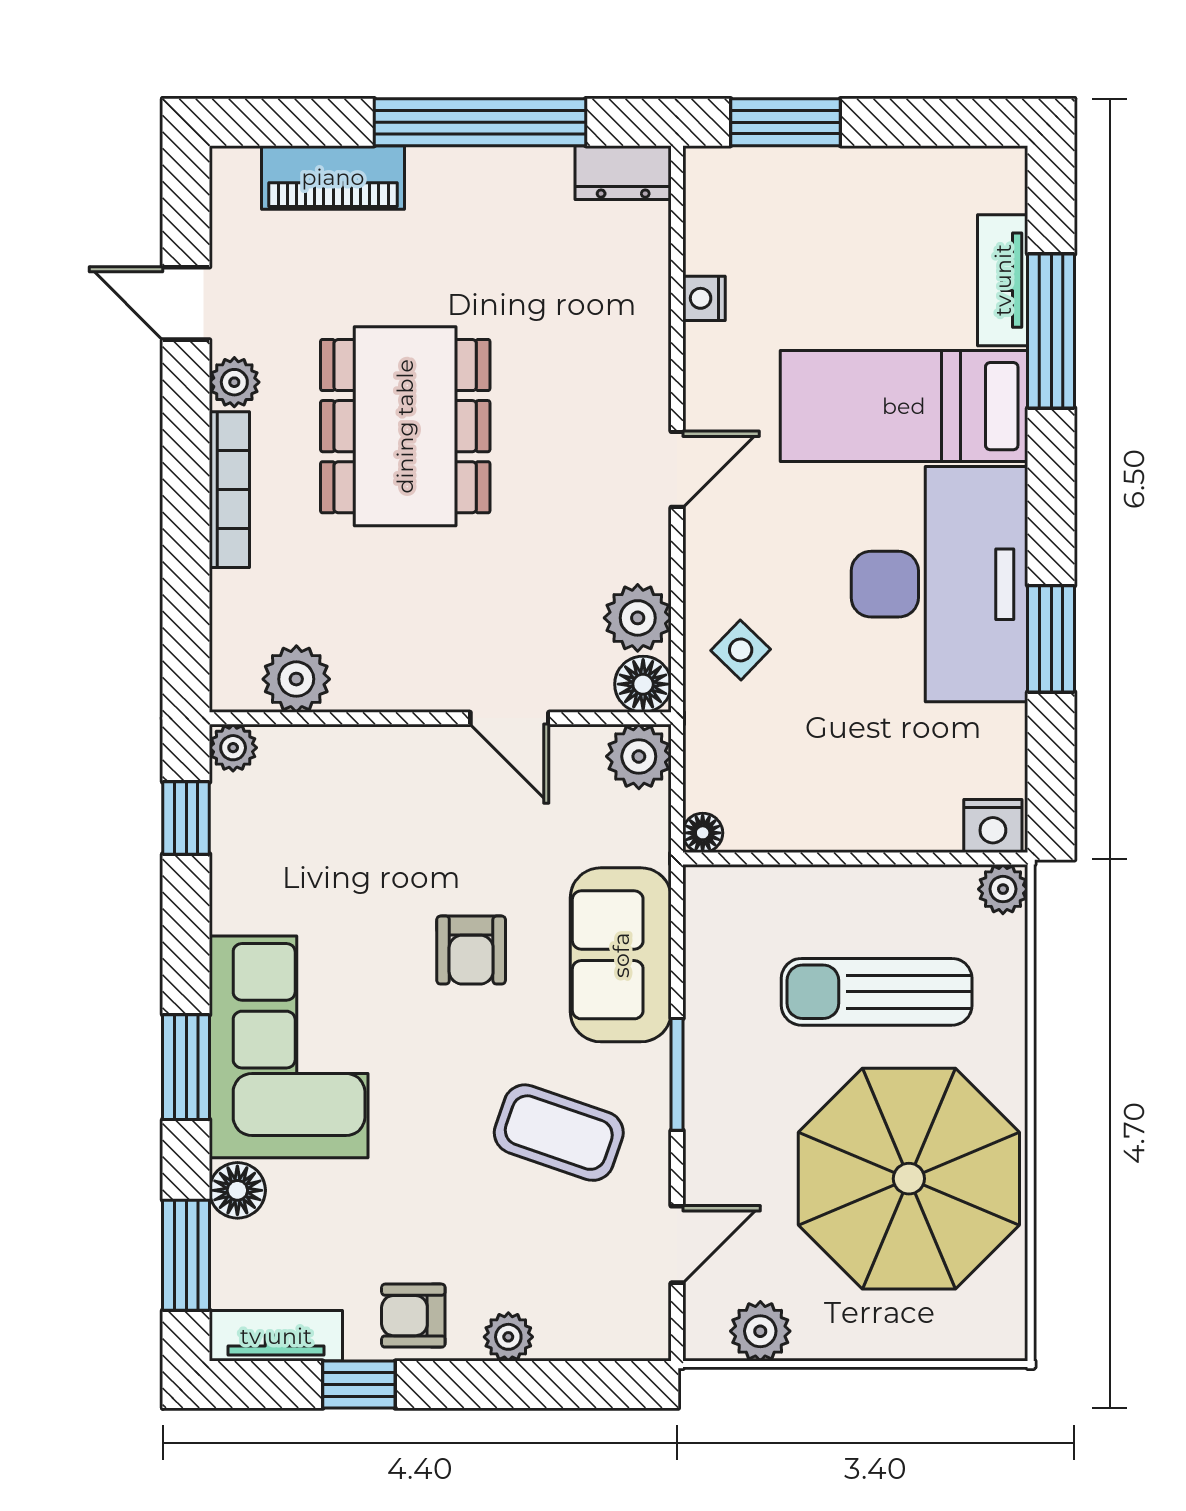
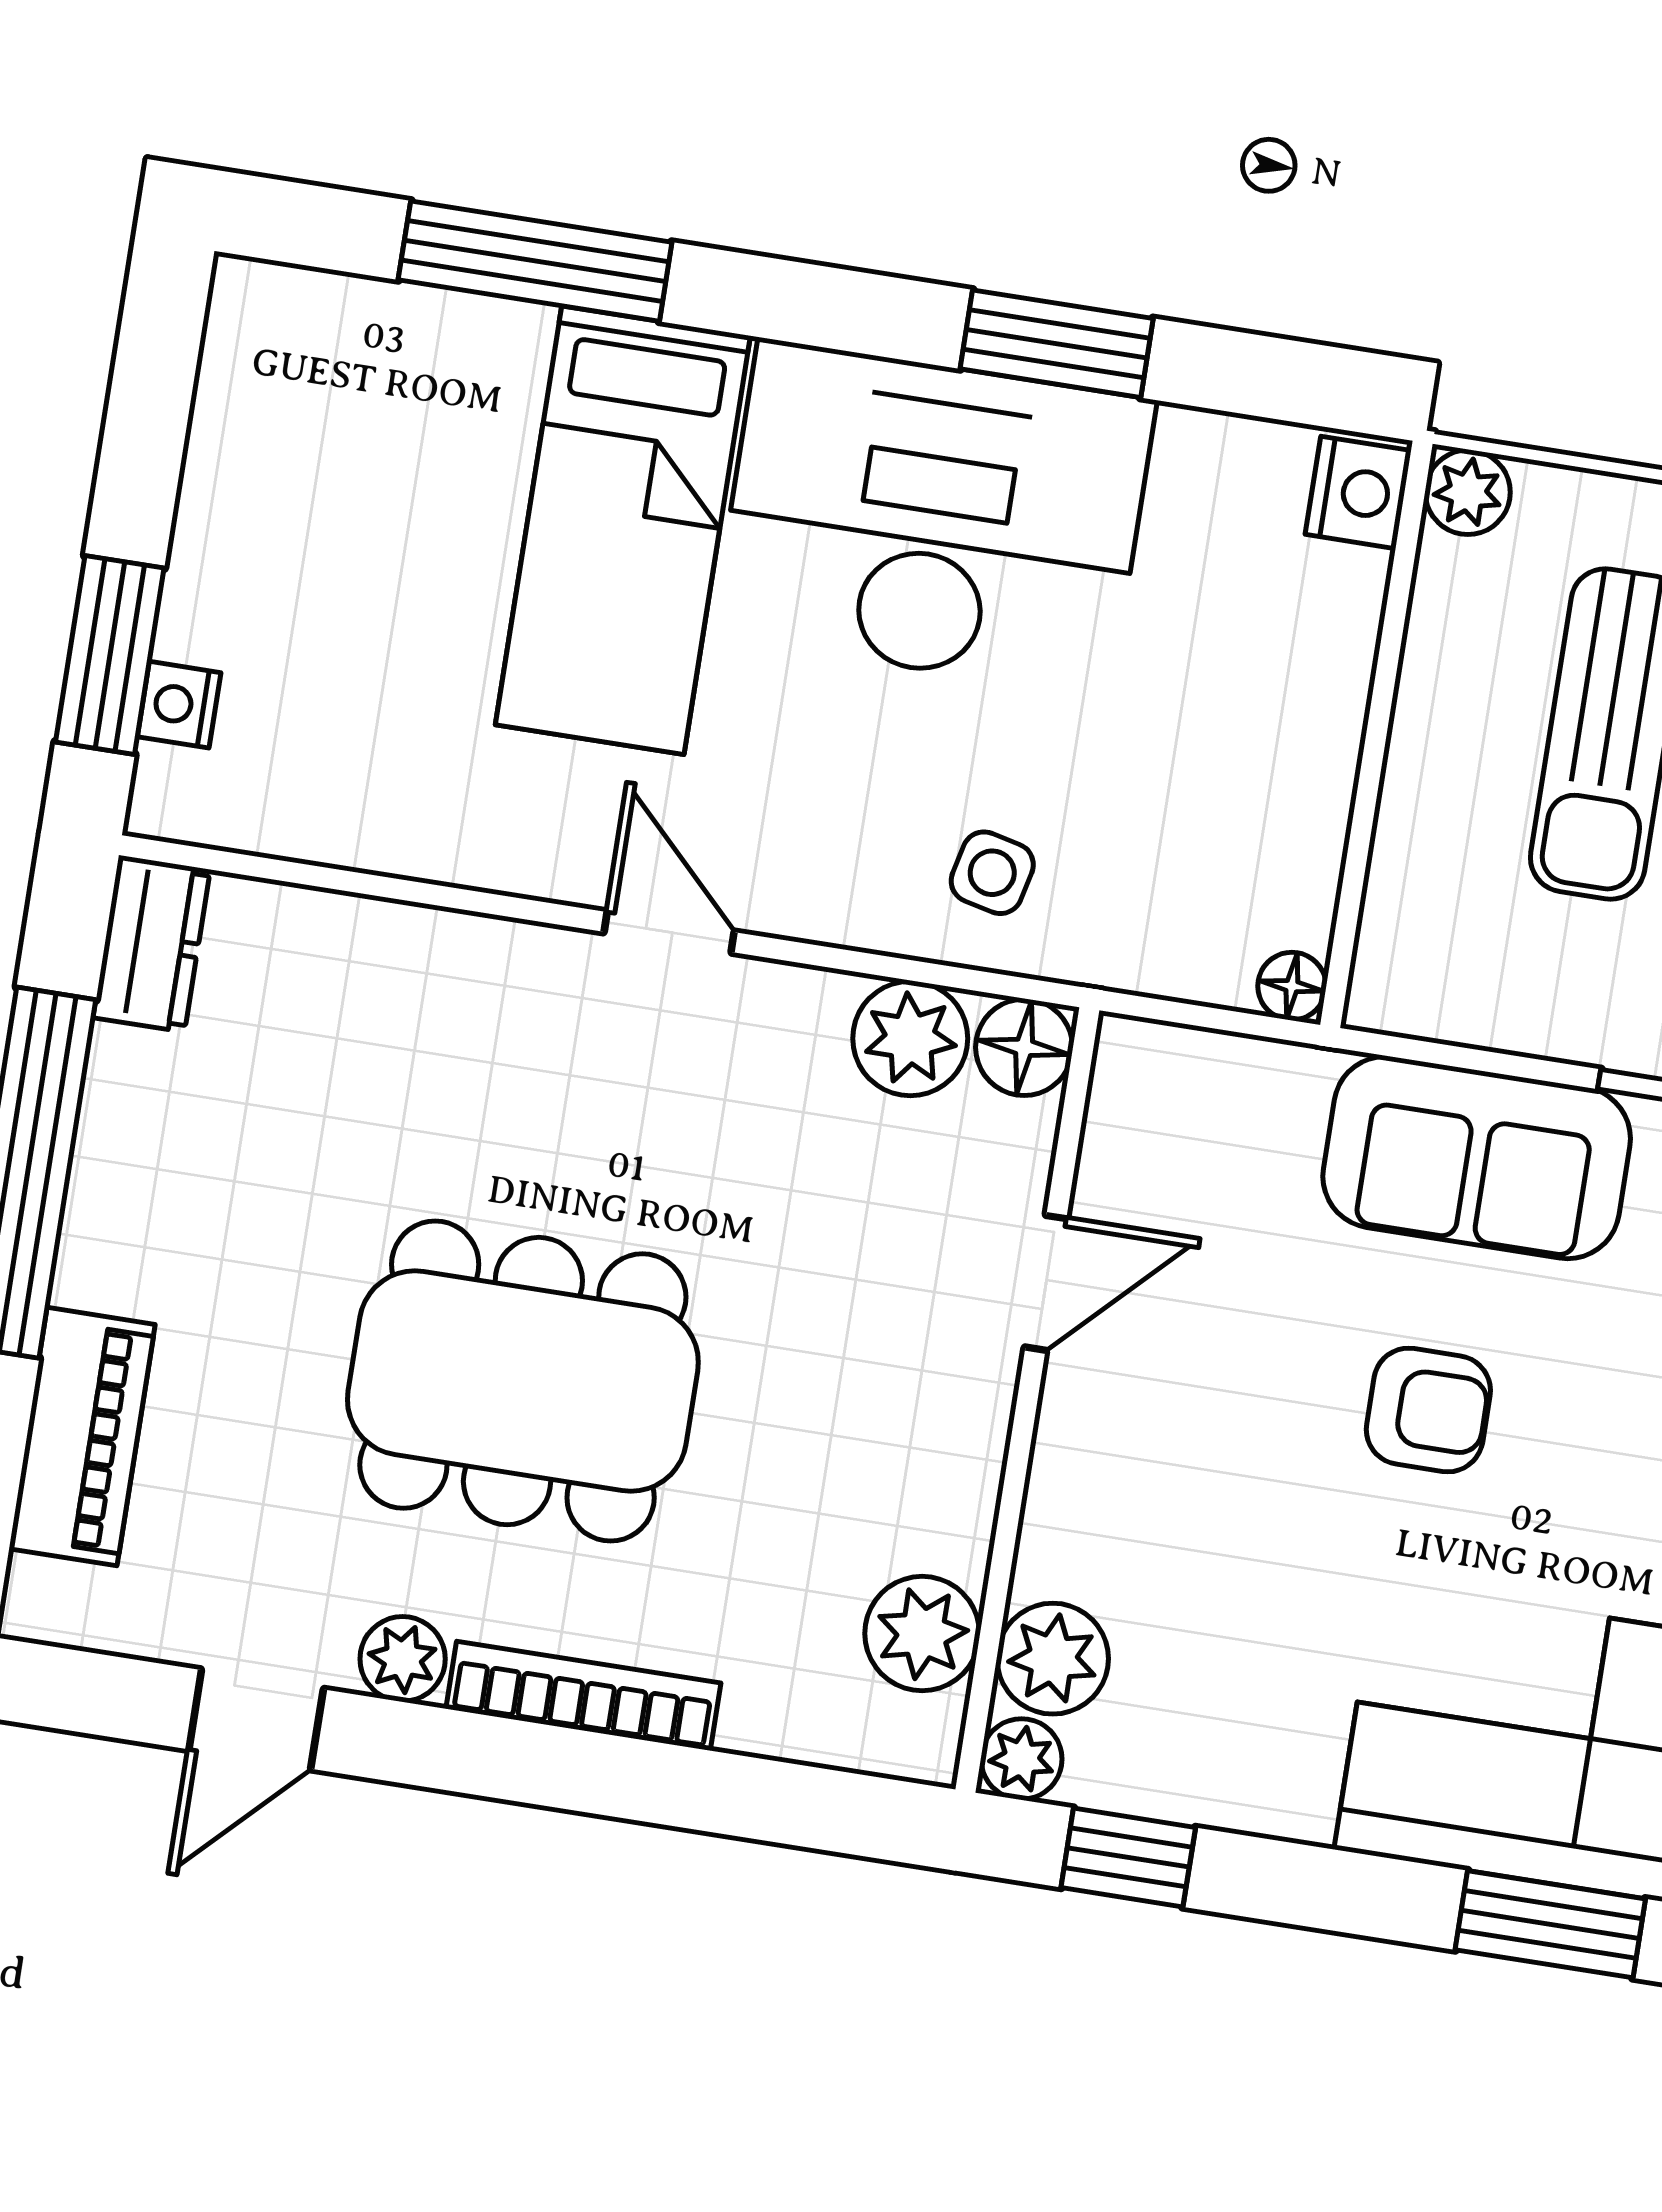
tv unit: (1003, 280) -> (436, 329), removed
nightstand: (704, 298) -> (179, 705), moved, turned 90
side table: (741, 650) -> (992, 873), turned -31
plant: (639, 756) -> (1053, 1659), moved

